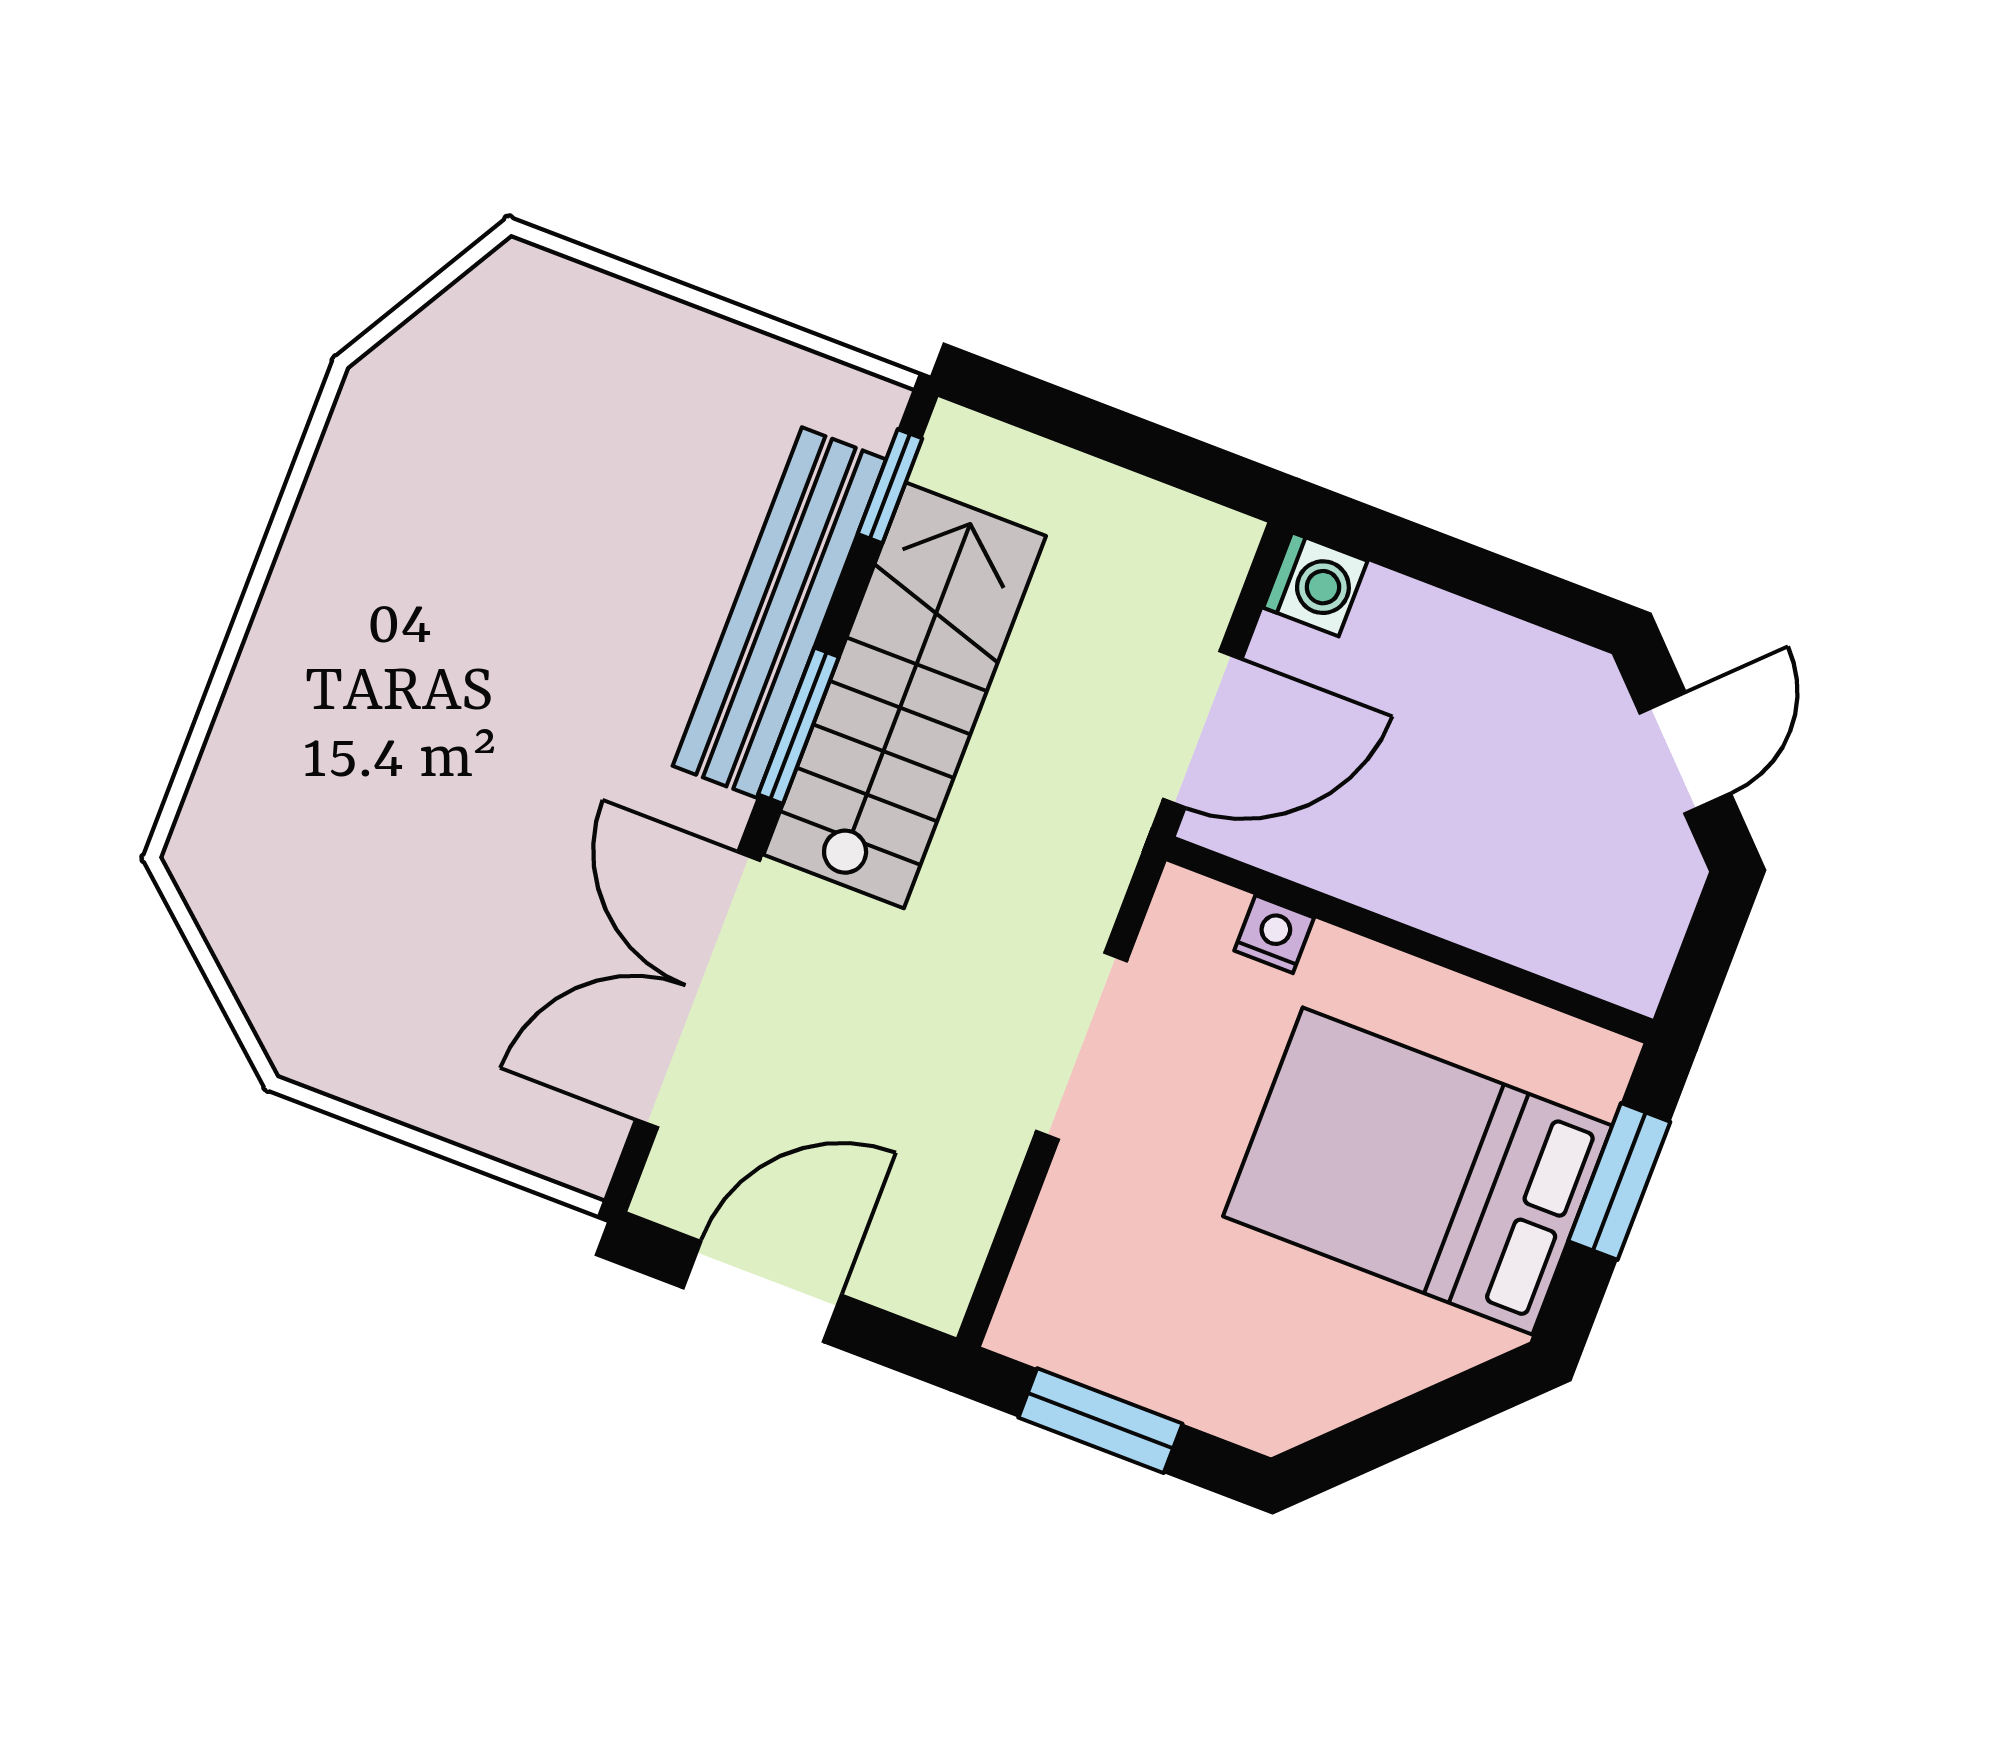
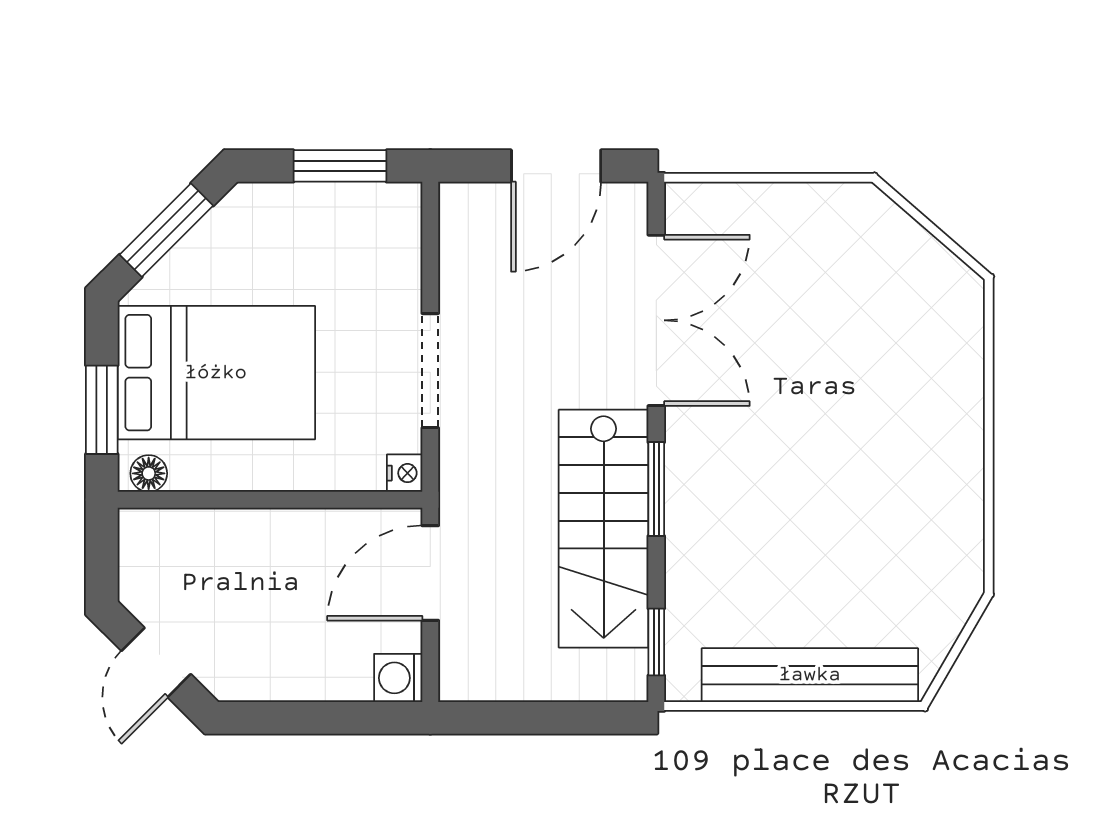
bench: (779, 613) -> (810, 675), moved, turned 90
nightstand: (1274, 934) -> (405, 473), moved, turned -90
floor lamp: (1584, 1054) -> (149, 473), added
window: (1411, 1424) -> (166, 230), added

